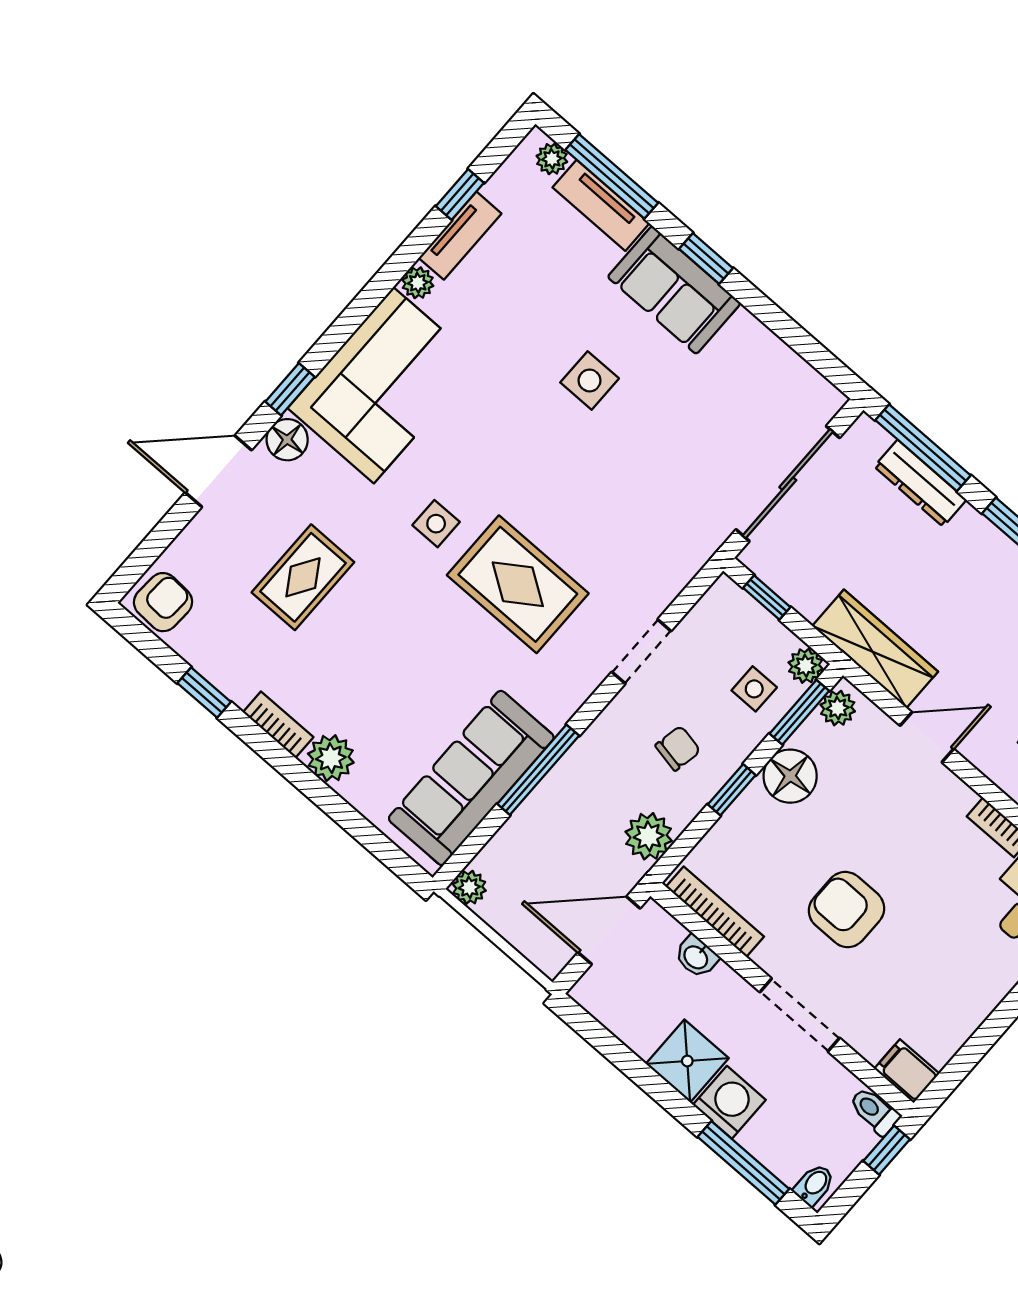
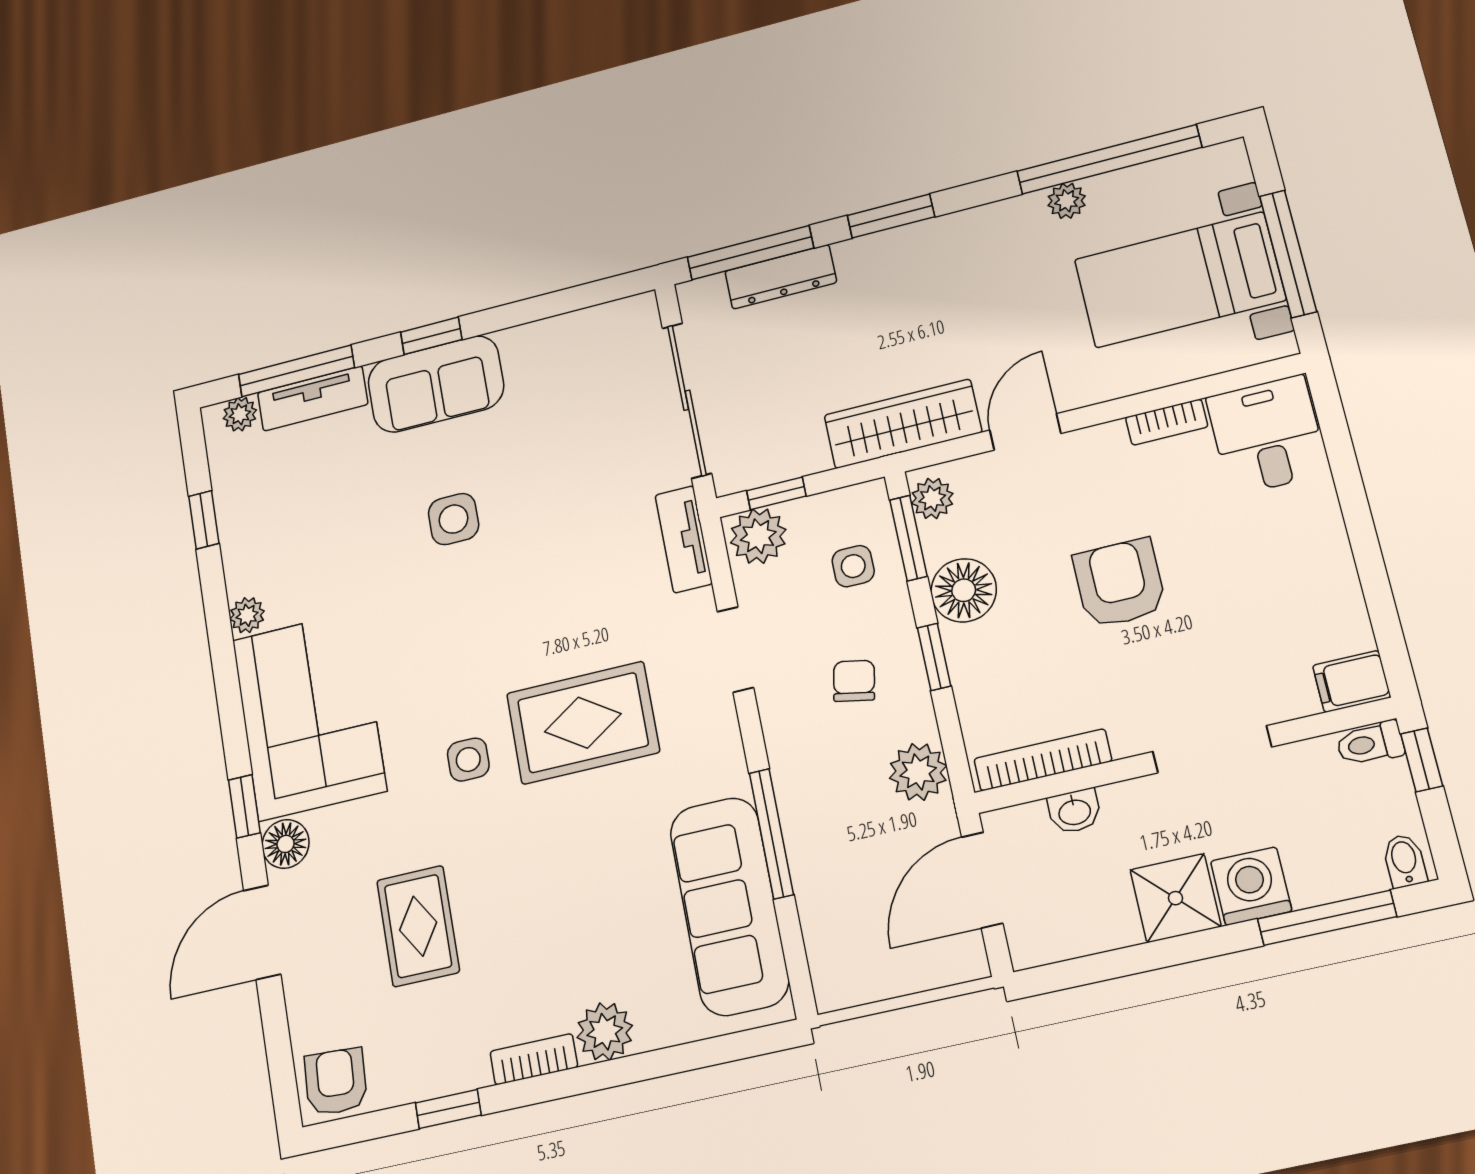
tv unit: (460, 236) -> (684, 539), moved, turned 180
plant: (806, 666) -> (758, 536), moved, width x1.38, depth x1.38
plant: (469, 887) -> (834, 990), removed
armchair: (847, 910) -> (1119, 583), moved, turned 90

